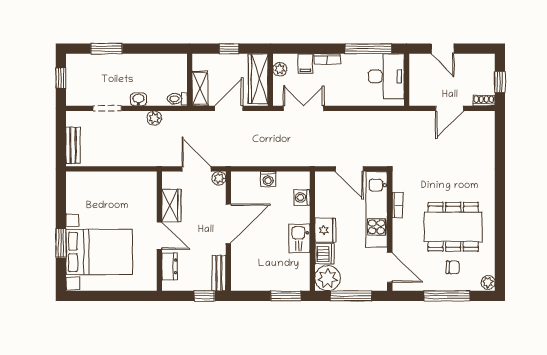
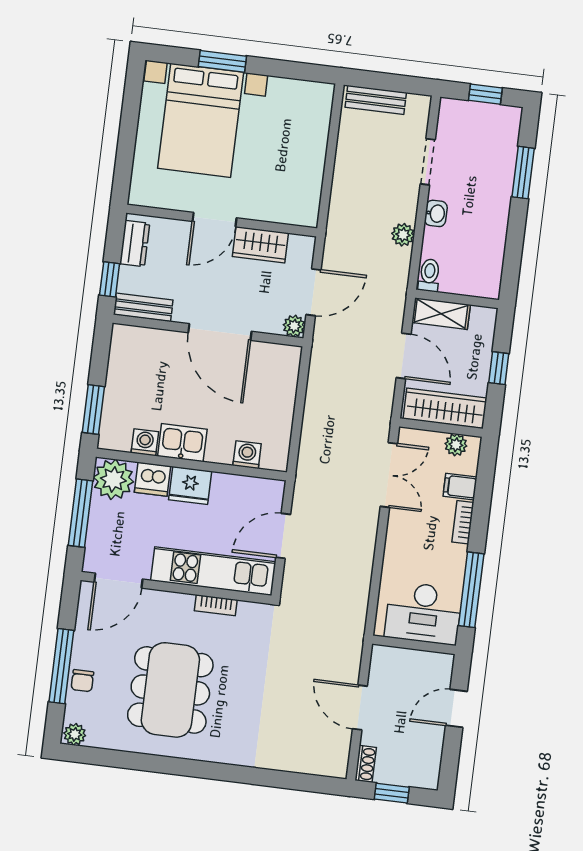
washing machine: (268, 179) -> (145, 442), moved, turned 90
dresser: (170, 266) -> (135, 244), moved, turned -90
chair: (453, 267) -> (82, 681), moved

